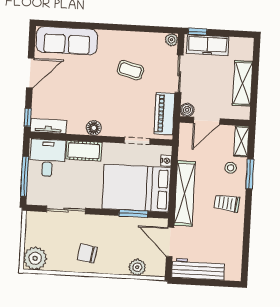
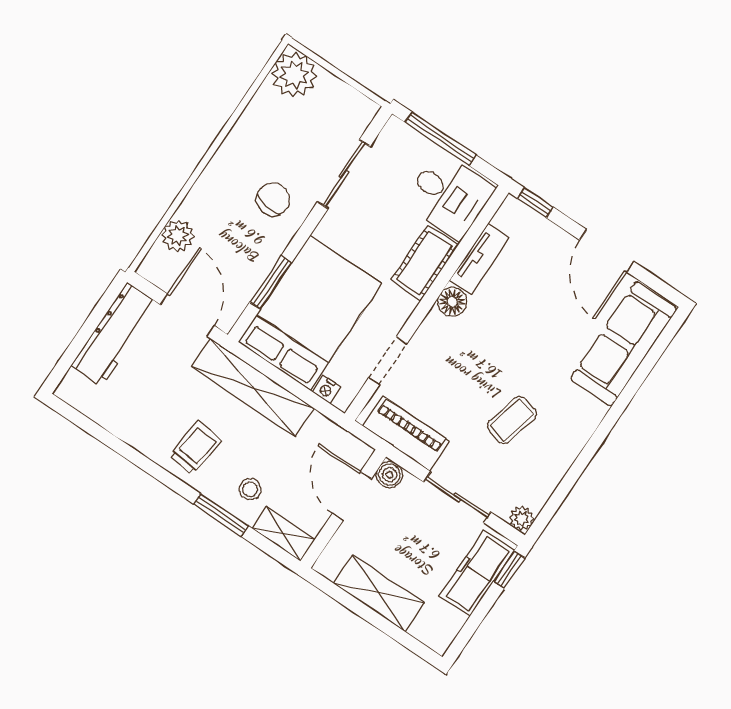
tv unit: (48, 126) -> (480, 259), moved
door: (170, 242) -> (187, 315), hinge flipped
chair: (87, 253) -> (273, 199), moved

